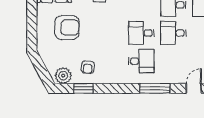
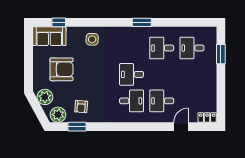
desk: (173, 33) -> (162, 101), moved
plant: (49, 57) -> (45, 97), added
window: (155, 88) -> (144, 127), removed

